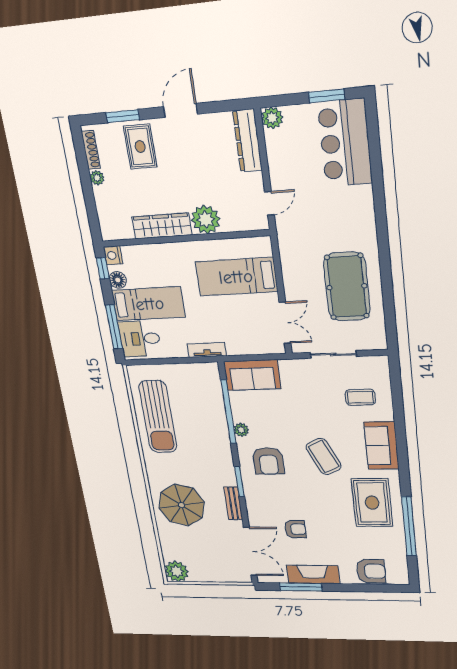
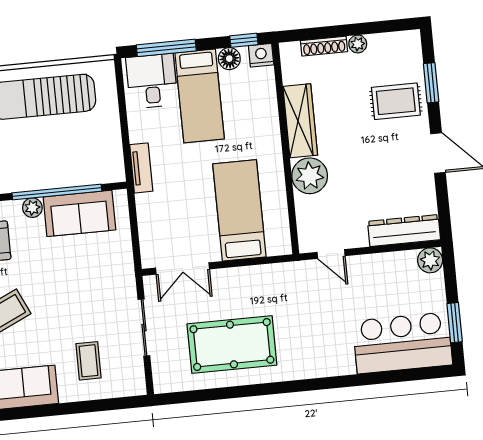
shoe rack: (91, 150) -> (324, 46), moved
sofa: (252, 375) -> (79, 213), moved, turned -90

